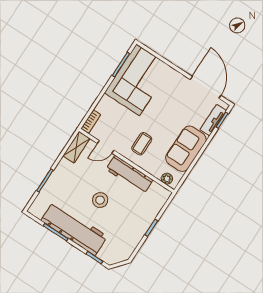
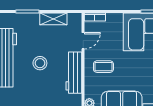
shelving: (76, 147) -> (53, 19), moved
door: (106, 147) -> (83, 41), swing flipped

